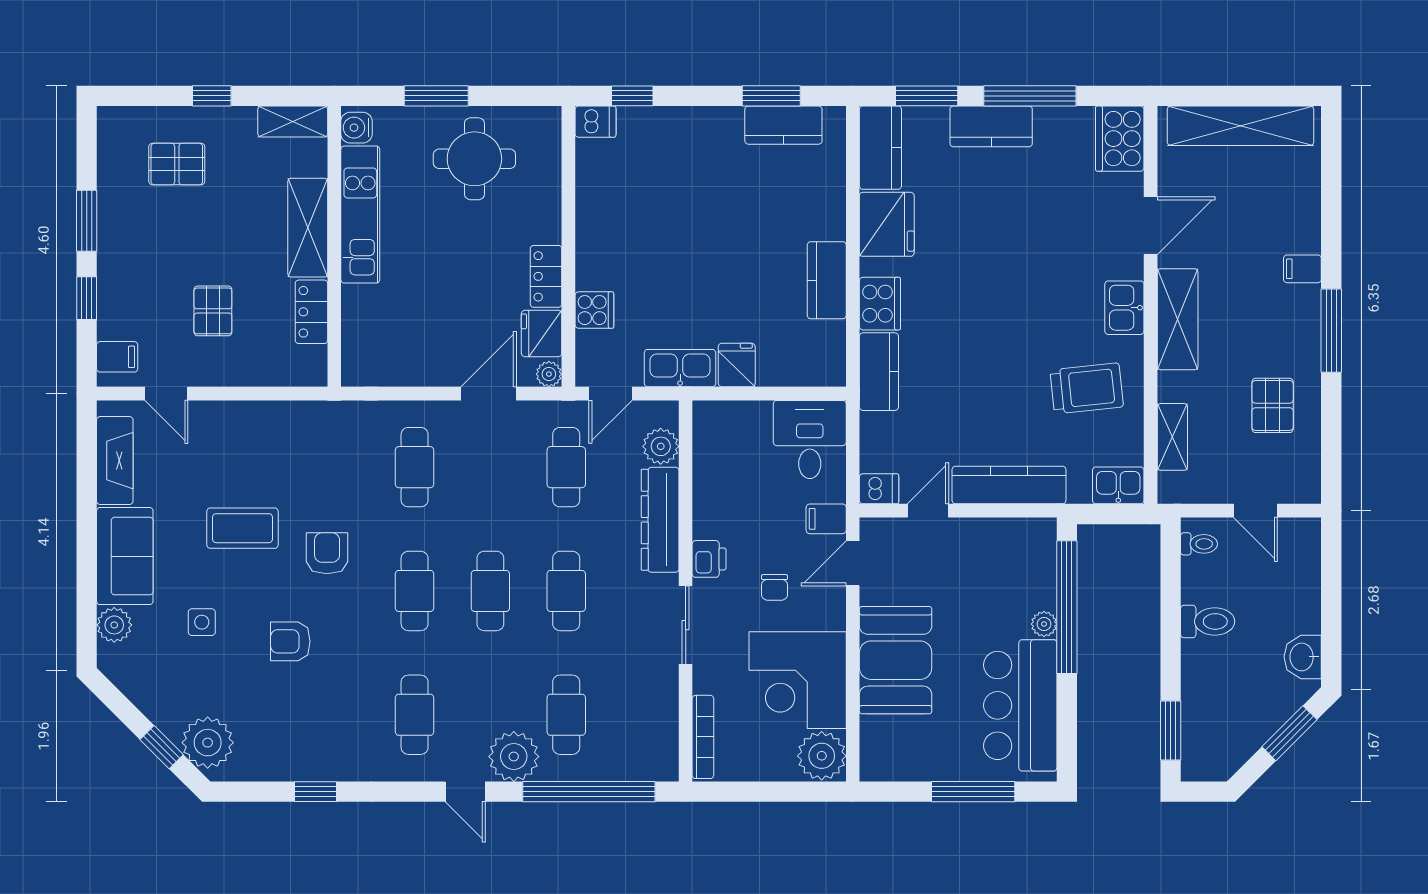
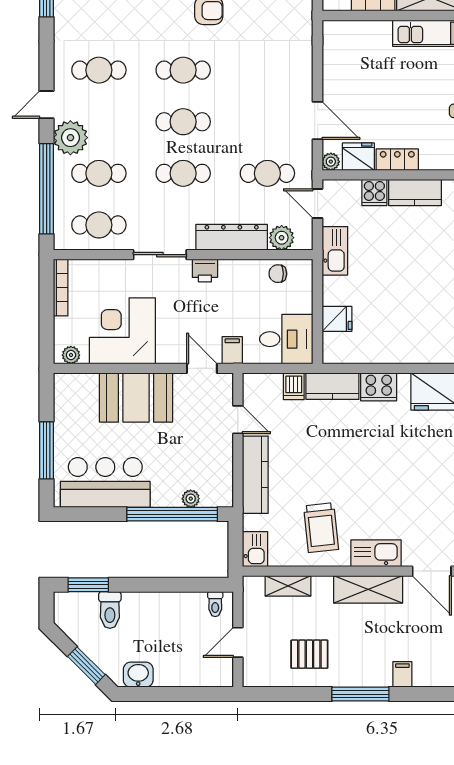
kitchen counter: (827, 280) -> (415, 193), moved, turned 180
kitchen sink: (1124, 308) -> (376, 553), width x1.38
fridge: (737, 365) -> (337, 319), moved
cafe table: (415, 467) -> (99, 225), moved
dishwasher: (879, 489) -> (294, 386), moved
chair: (774, 587) -> (278, 274), moved
toilet: (1208, 621) -> (110, 610), moved
plant: (1044, 624) -> (191, 499), moved
bookcase: (703, 737) -> (61, 288), moved, turned -90
plant: (822, 756) -> (71, 355), width x0.53, depth x0.53

